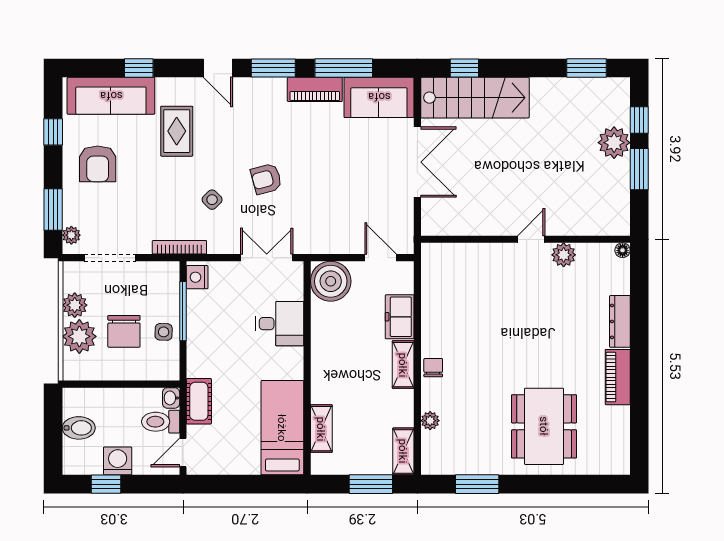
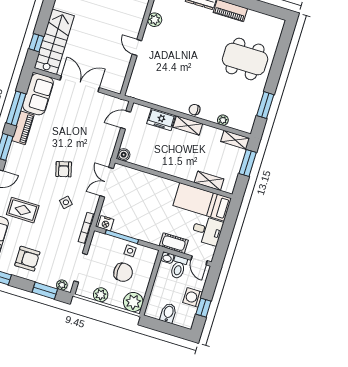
door: (531, 239) -> (137, 47), moved
boiler: (331, 281) -> (124, 155), width x0.54, depth x0.54
desk: (280, 324) -> (207, 231), moved, turned 90
plant: (79, 336) -> (133, 302), moved

